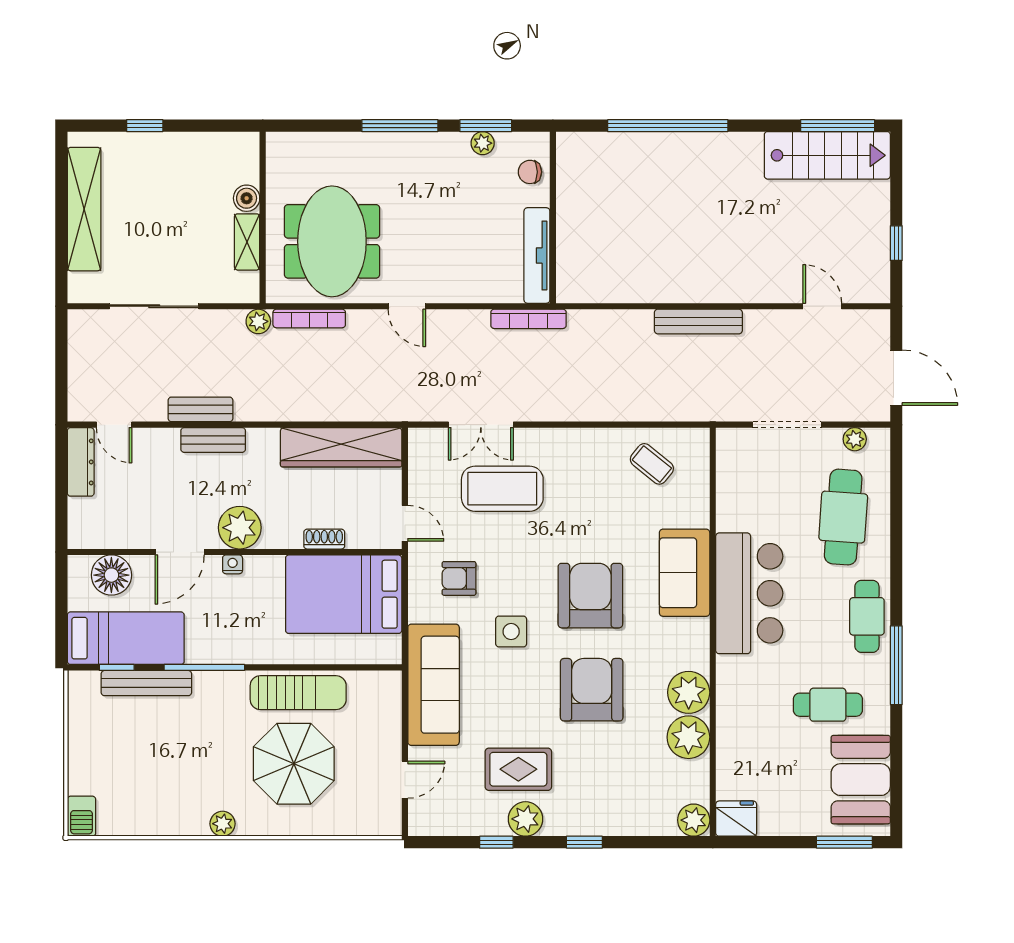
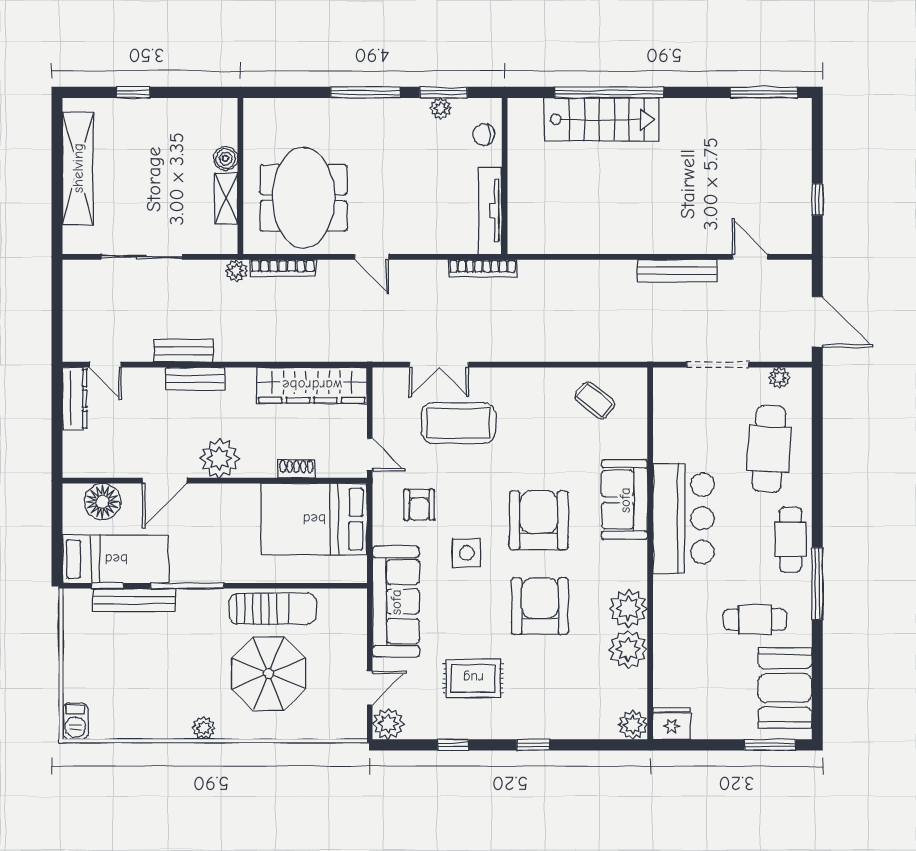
stairs: (827, 155) -> (602, 119), moved
bench: (698, 322) -> (677, 271), moved
nightstand: (233, 564) -> (213, 492), removed
armchair: (459, 578) -> (419, 505), turned -90
plant: (526, 819) -> (388, 724), moved

